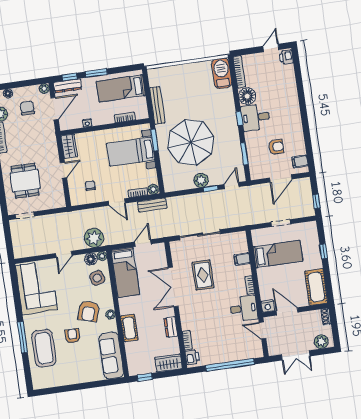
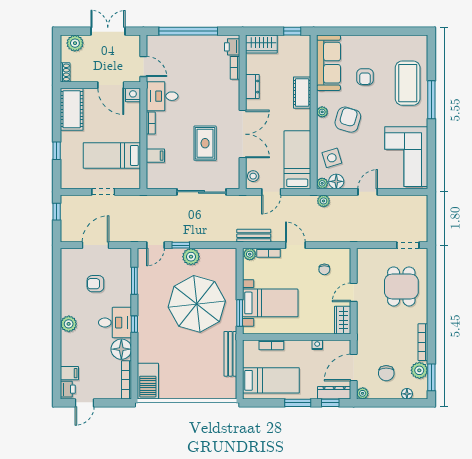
plant: (293, 111) -> (69, 324), added
filing cabinet: (300, 161) -> (69, 373), moved
plant: (94, 238) -> (324, 201), width x0.53, depth x0.53
stool: (160, 254) -> (253, 176), added
armchair: (72, 336) -> (365, 77), moved

